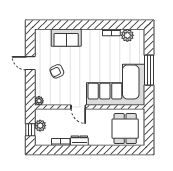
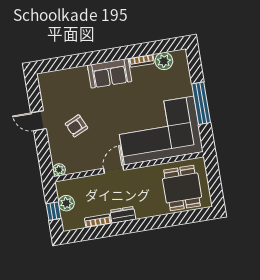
sofa: (66, 38) -> (110, 73), moved
door: (78, 107) -> (114, 169), swing flipped

